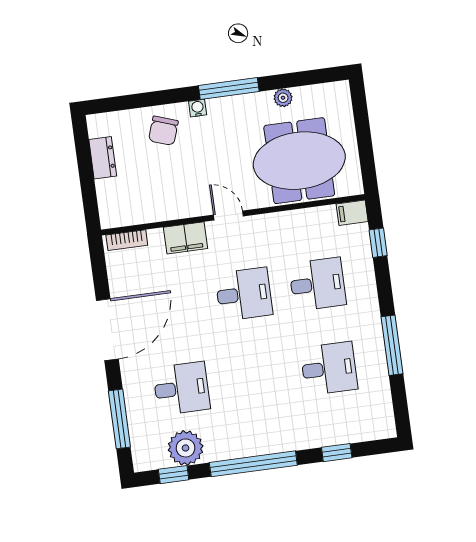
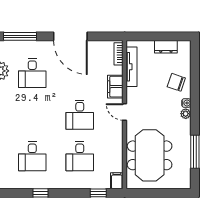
window: (229, 89) -> (195, 152), moved
plant: (283, 98) -> (186, 114), moved
tv unit: (146, 214) -> (132, 67), added
door: (228, 215) -> (125, 112), swing flipped
window: (392, 345) -> (40, 193), width x0.46

